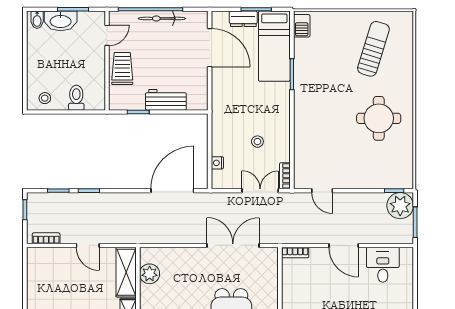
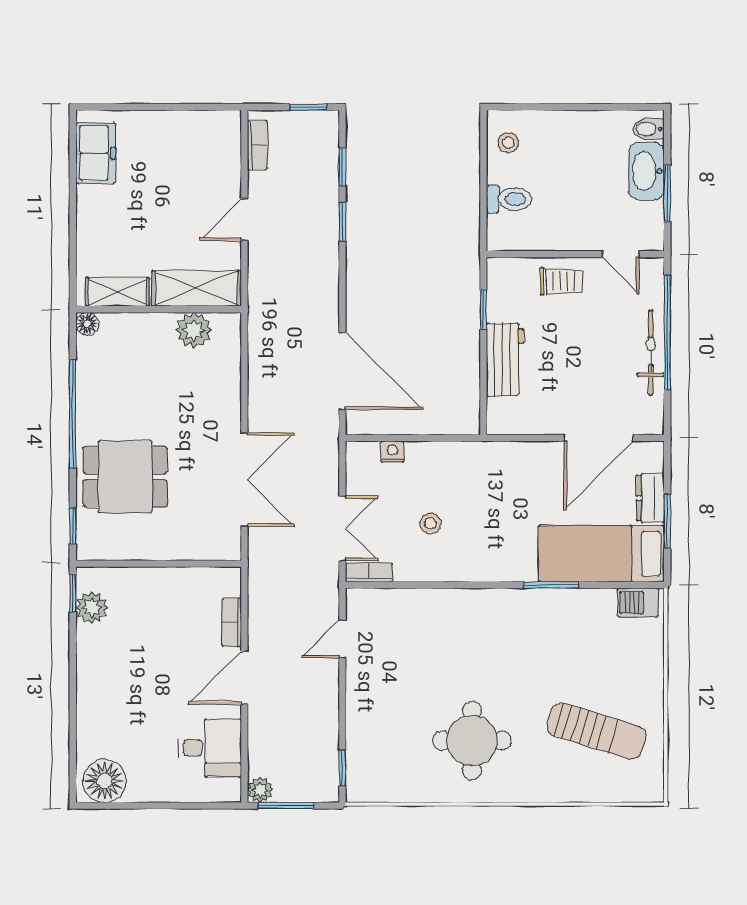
trolley: (122, 69) -> (561, 281), width x0.73, depth x0.72
plant: (400, 206) -> (260, 790), moved, width x0.53, depth x0.53
bookcase: (295, 253) -> (232, 622), moved

